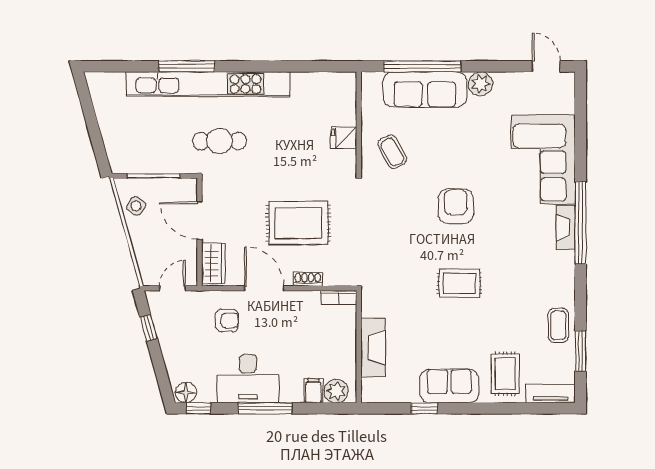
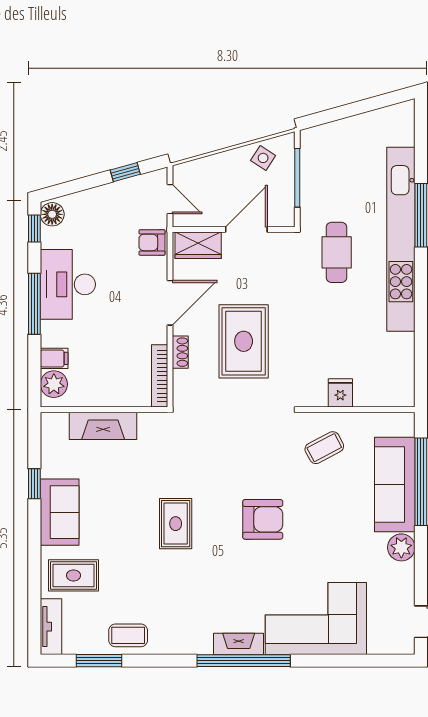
bookcase: (339, 298) -> (160, 376), width x1.56
armchair: (227, 320) -> (152, 242), moved, turned 90

